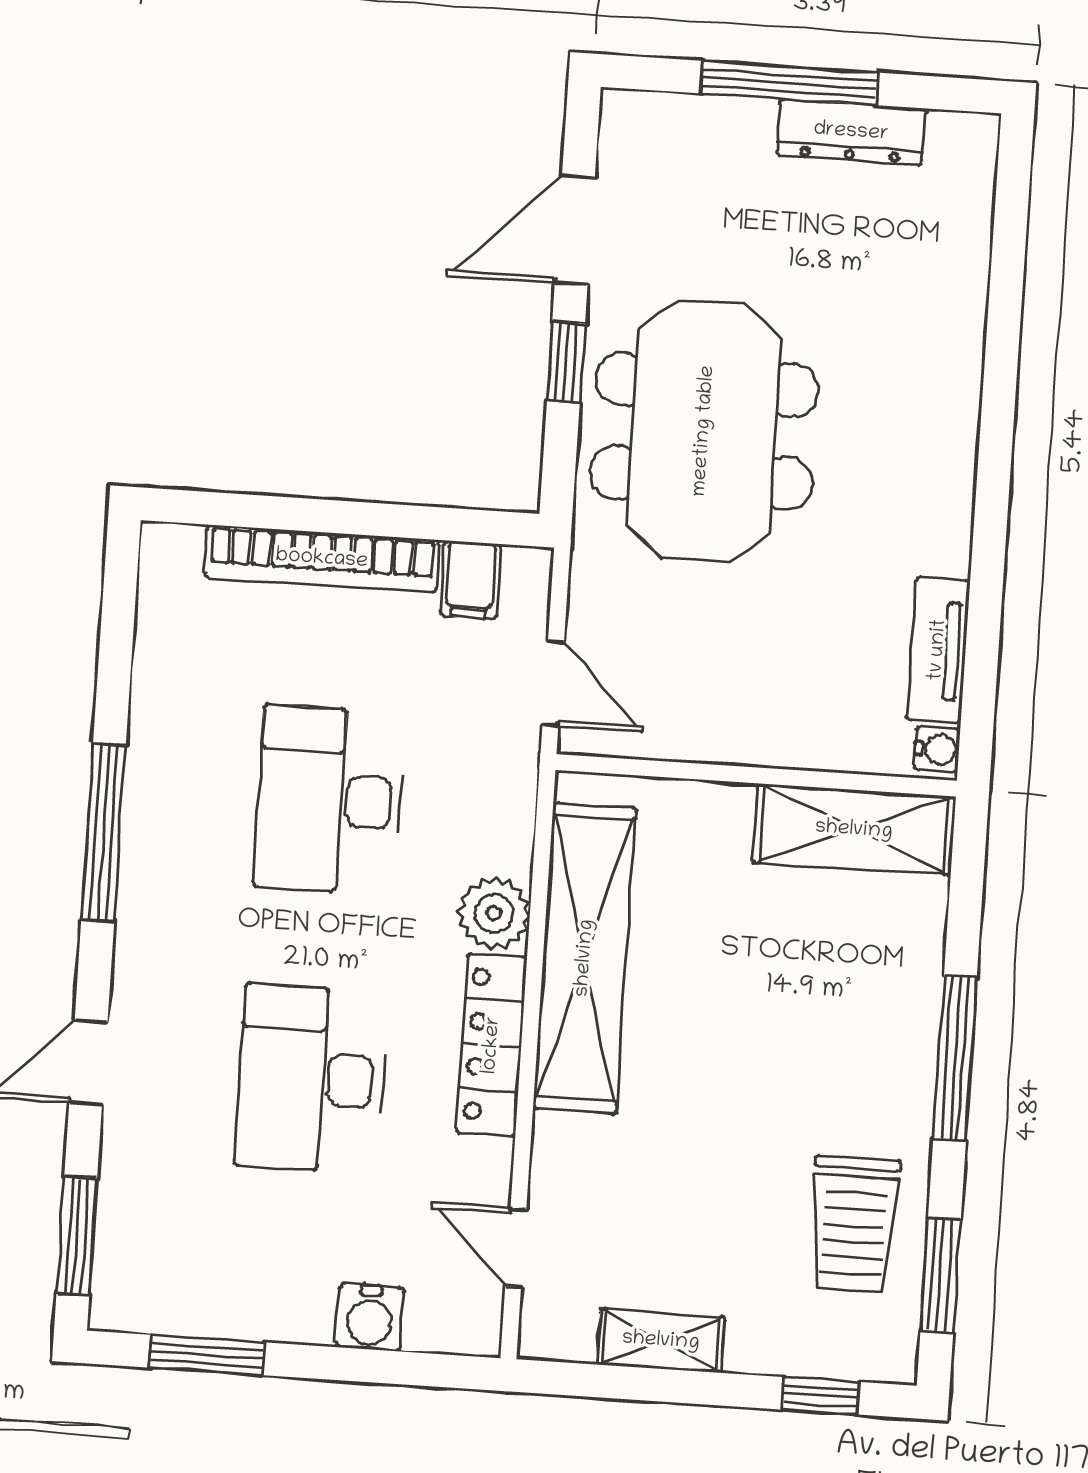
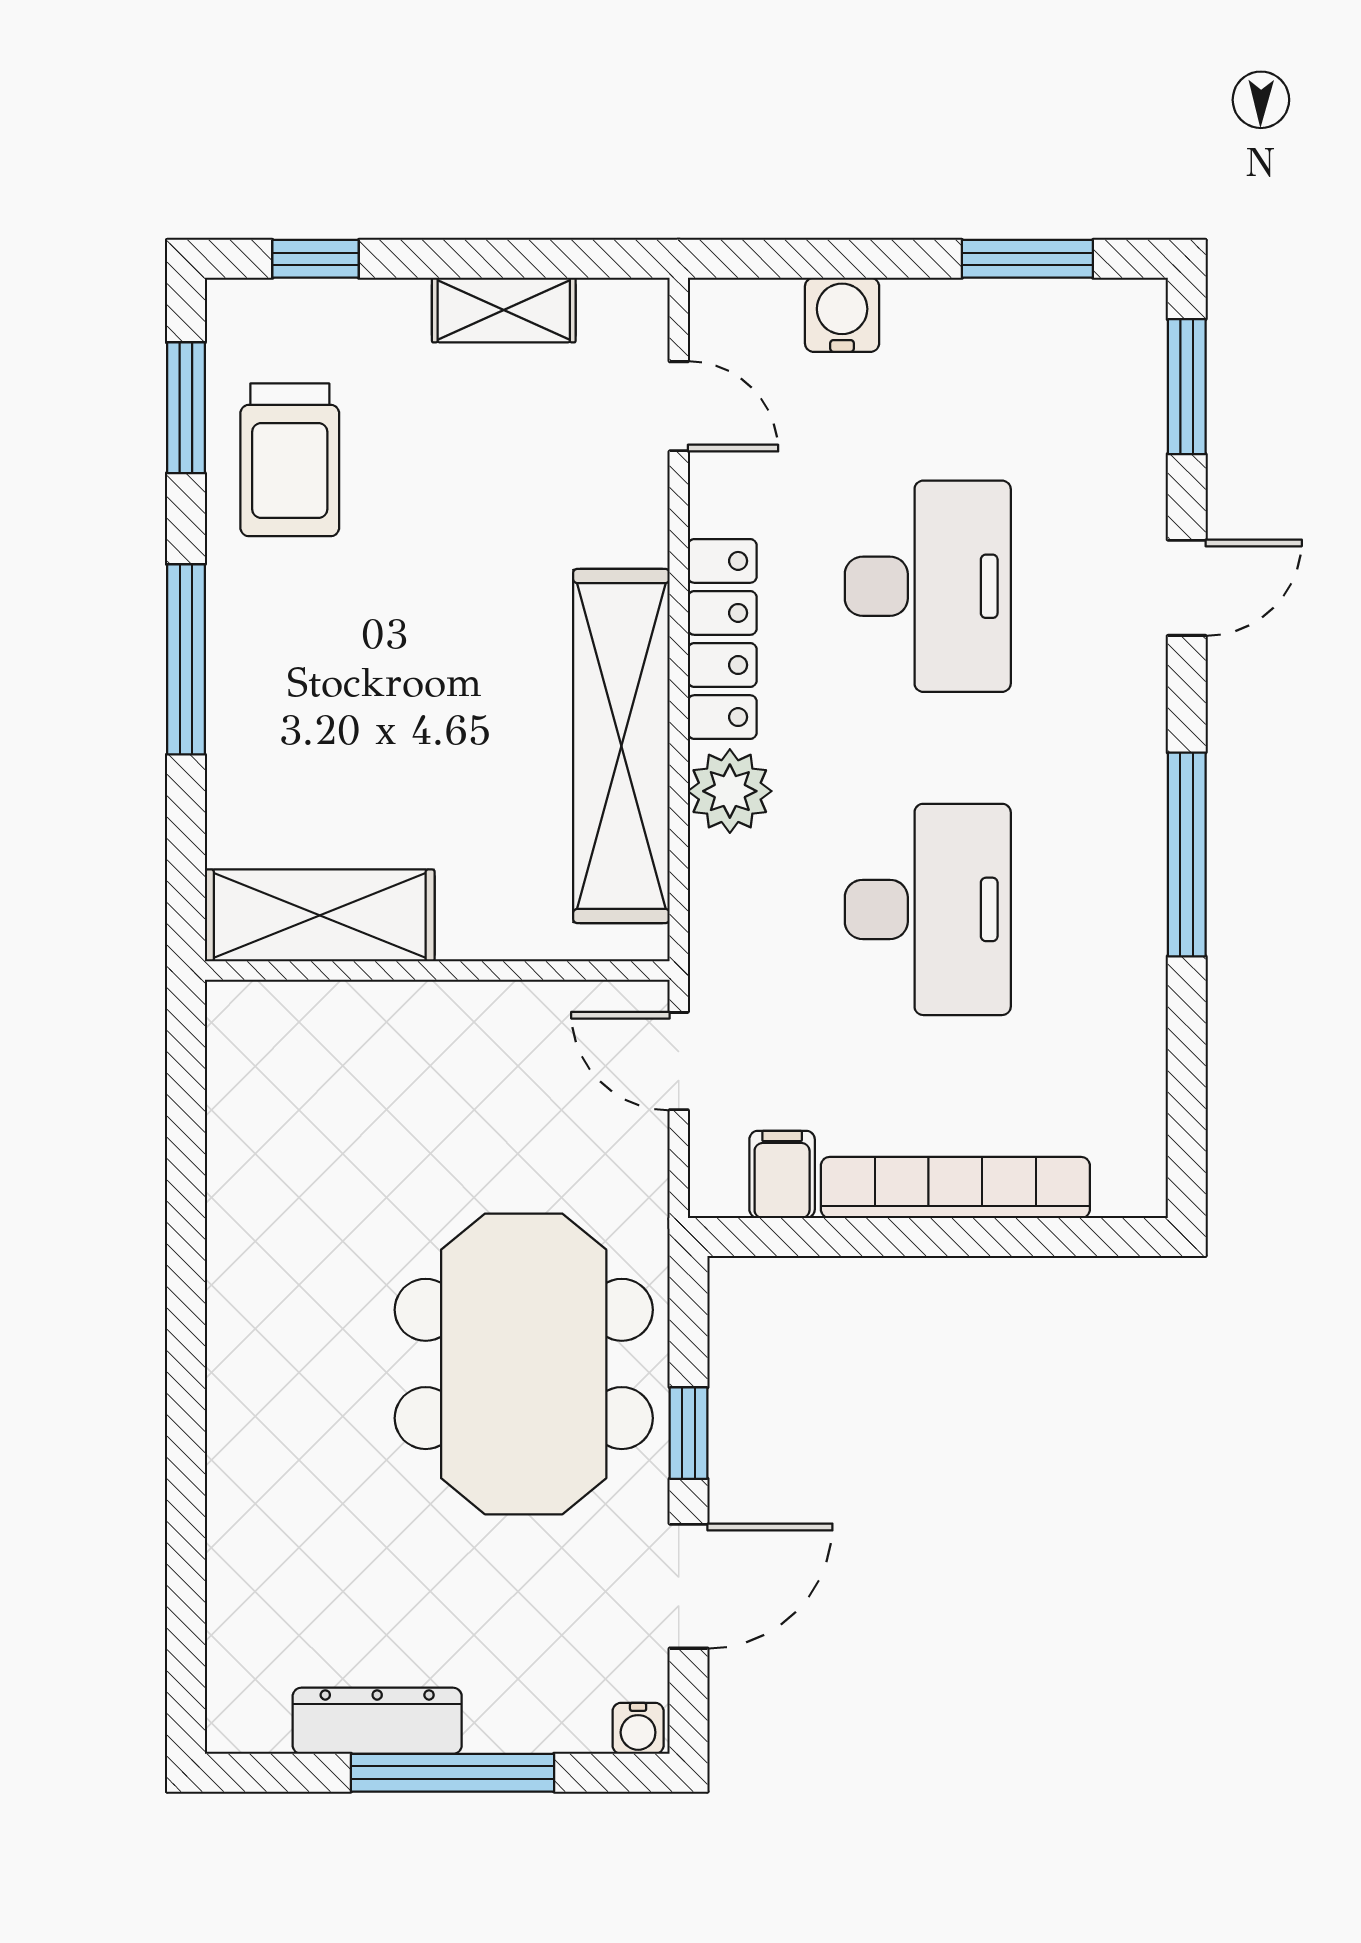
tv unit: (938, 650) -> (236, 1129), removed
water cooler: (937, 749) -> (638, 1728), moved, turned -90
trolley: (854, 1224) -> (290, 460), turned 180

